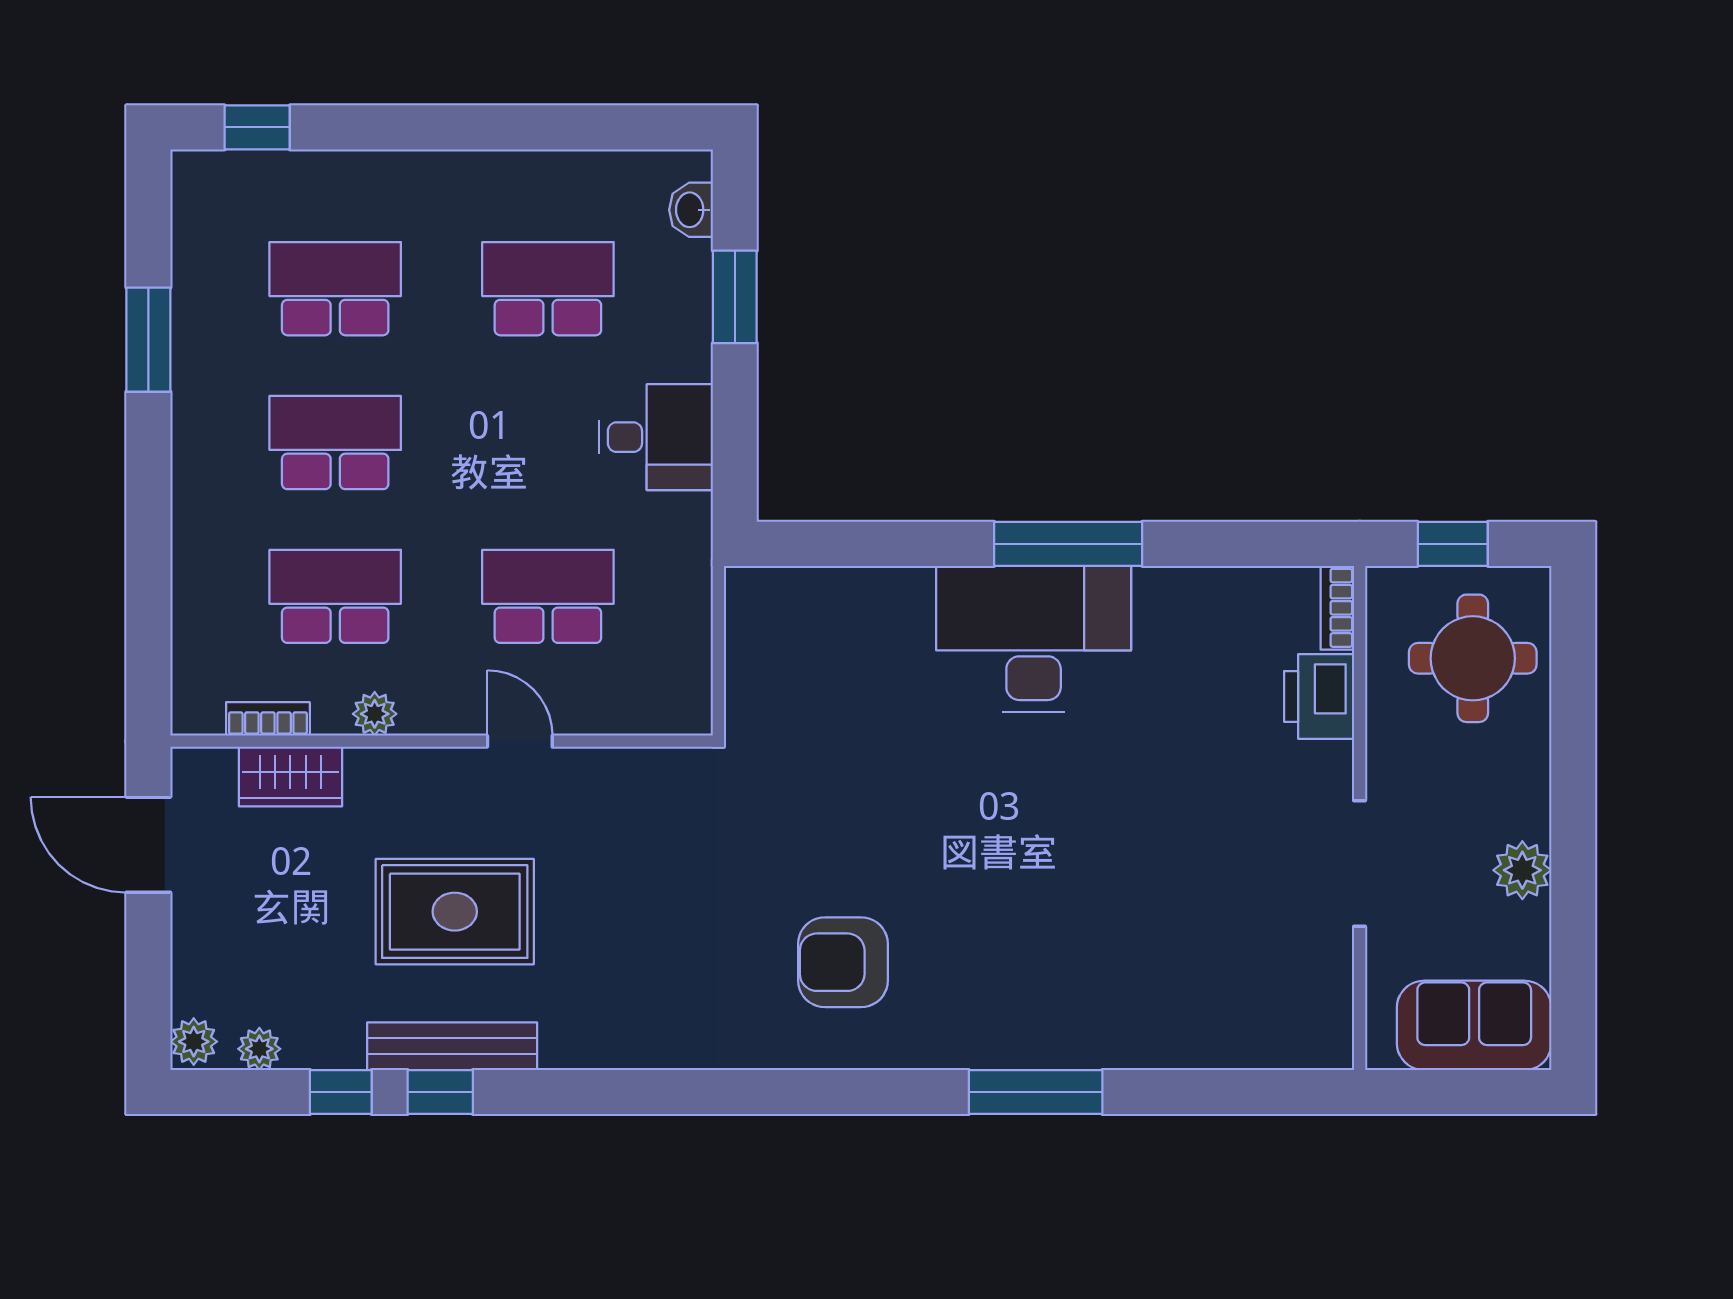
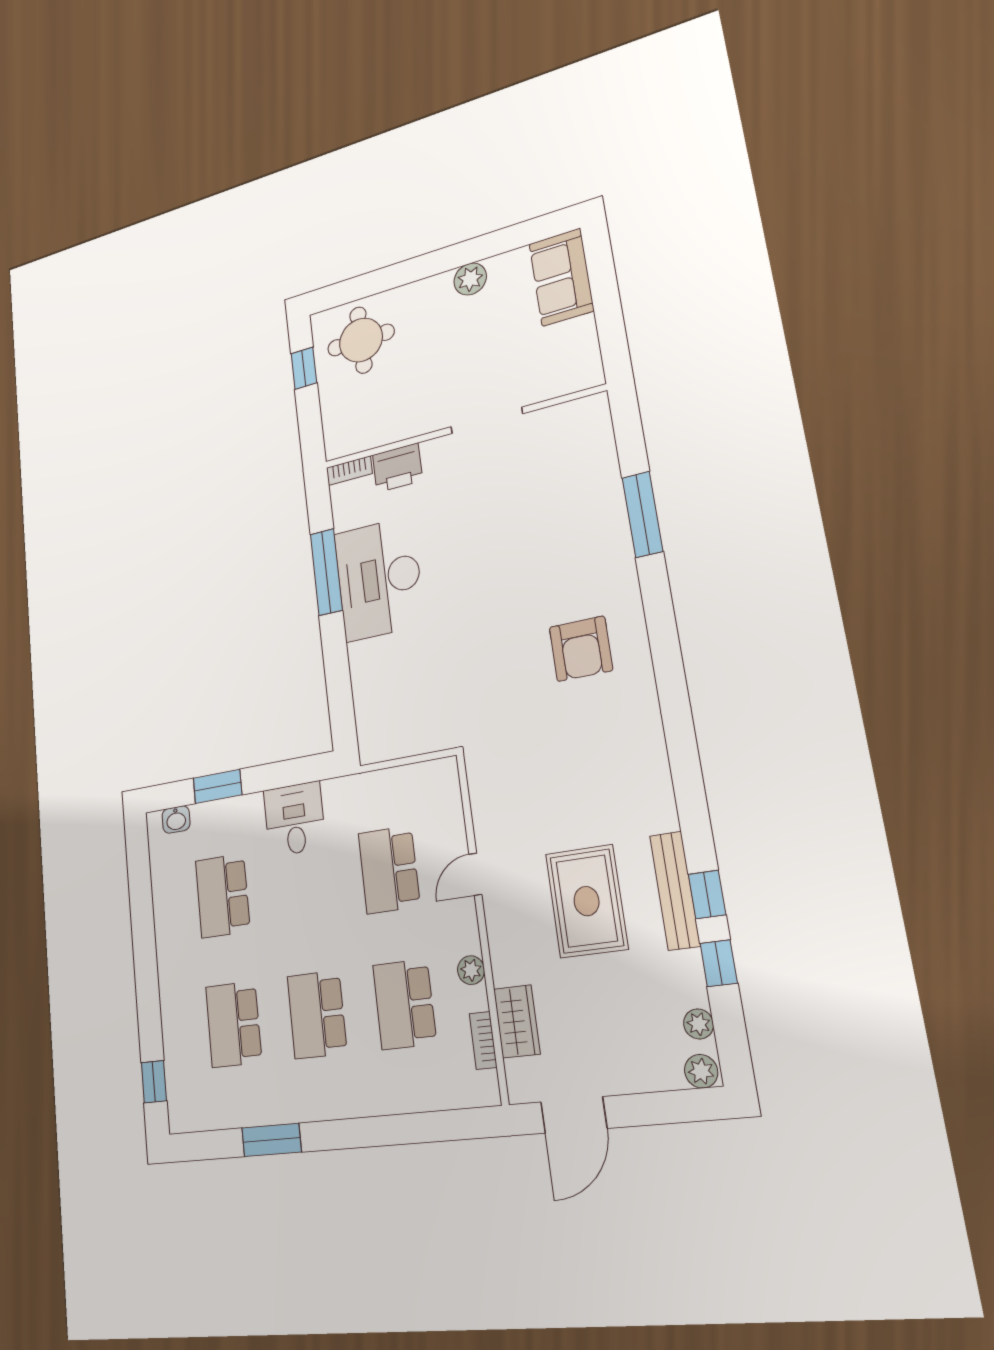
bookcase: (1337, 608) -> (349, 471), moved
printer: (1319, 696) -> (397, 468), moved
wall: (1360, 818) -> (461, 427), moved
doorway: (1360, 864) -> (487, 420), moved

